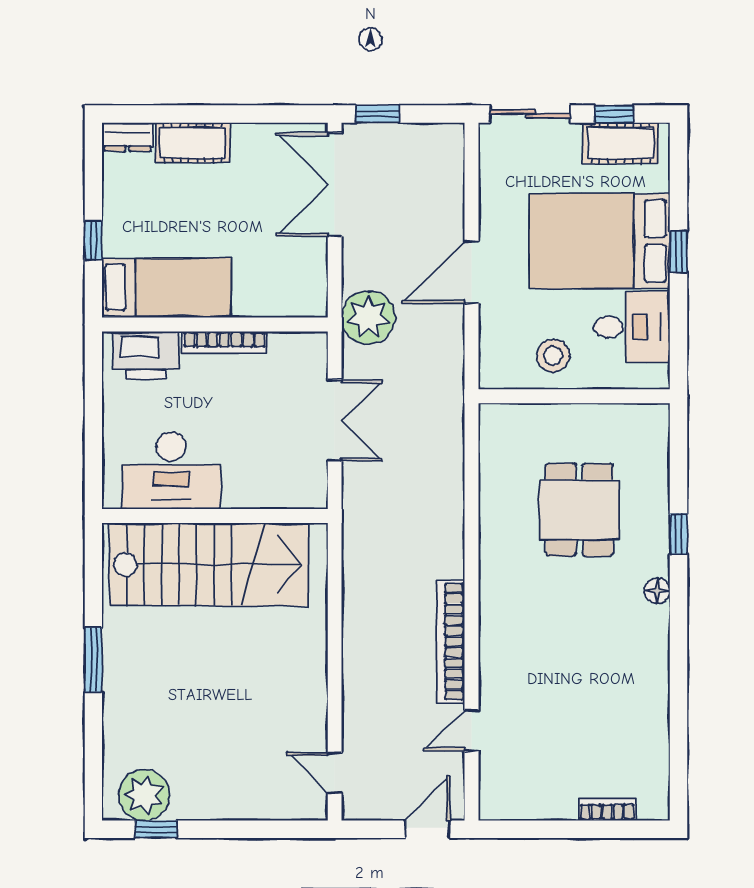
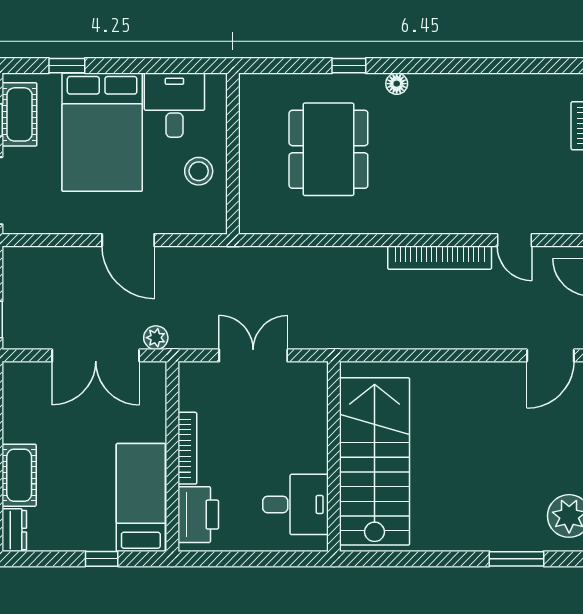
double door: (335, 184) -> (96, 355), moved
window: (679, 252) -> (67, 66), moved
plant: (368, 317) -> (156, 338), width x0.53, depth x0.53
desk: (171, 471) -> (295, 504), width x0.73
dining table: (579, 510) -> (328, 149), width x1.38
window: (93, 660) -> (517, 559), moved
door: (335, 773) -> (550, 355), width x1.38

